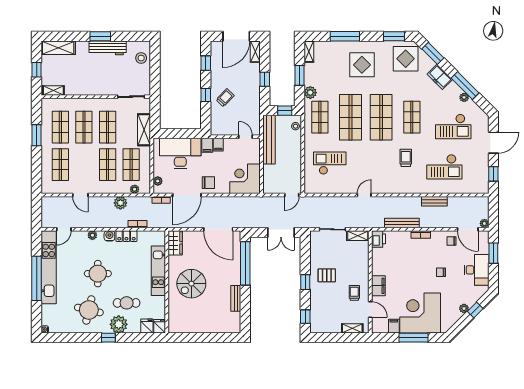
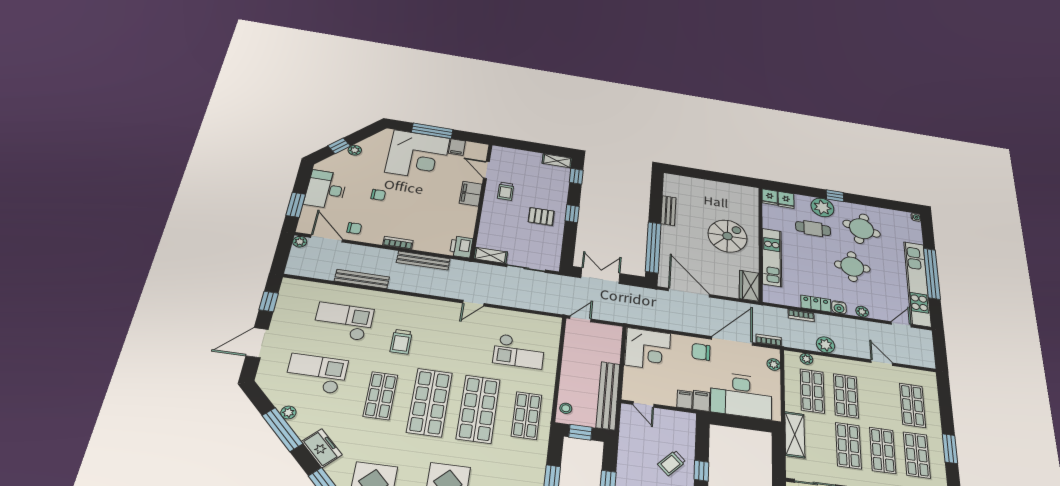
plant: (310, 93) -> (537, 453), removed
bench: (434, 201) -> (362, 279), width x1.36
shelving: (352, 328) -> (557, 161), moved

